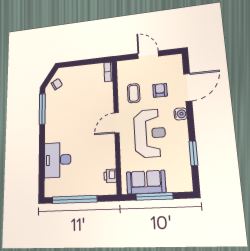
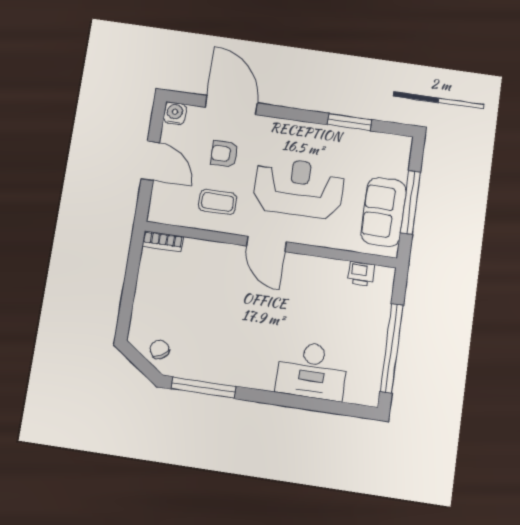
door: (148, 55) -> (150, 161), swing flipped
water cooler: (181, 114) -> (175, 113), moved

